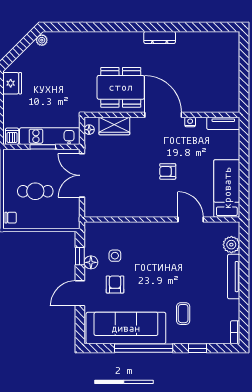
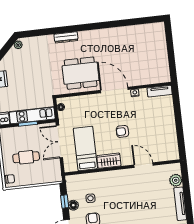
dresser: (160, 37) -> (66, 37), moved
wardrobe: (114, 126) -> (109, 161), moved, turned 180
bed: (227, 188) -> (85, 148), moved

